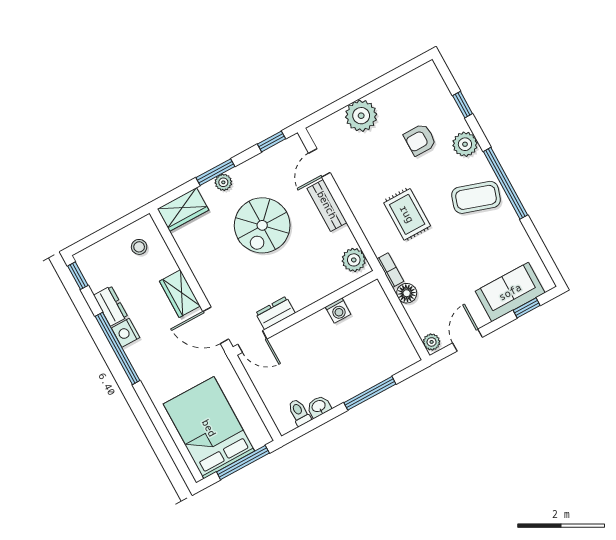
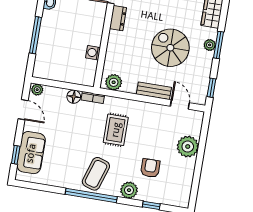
rug: (407, 214) -> (116, 130), turned 90

